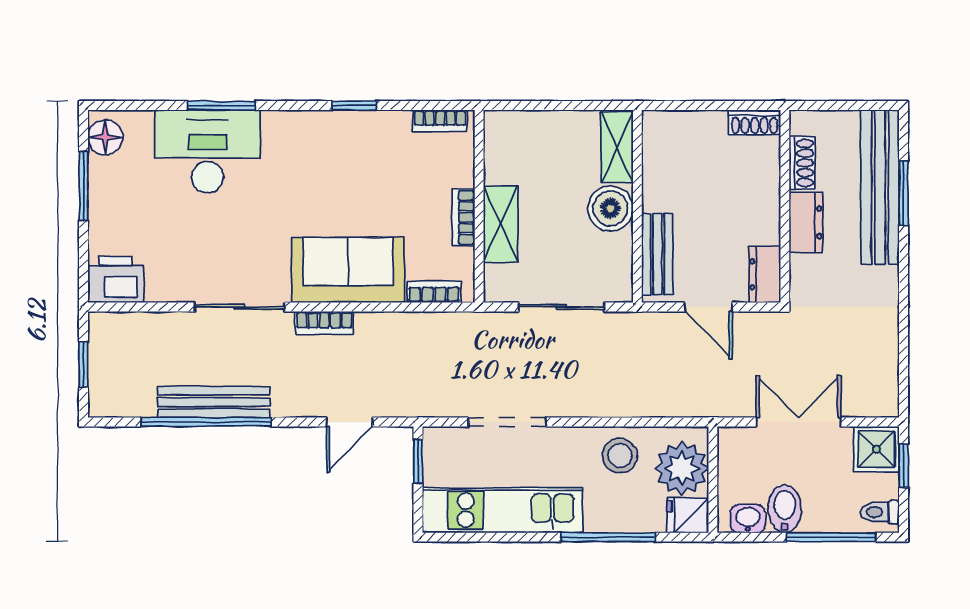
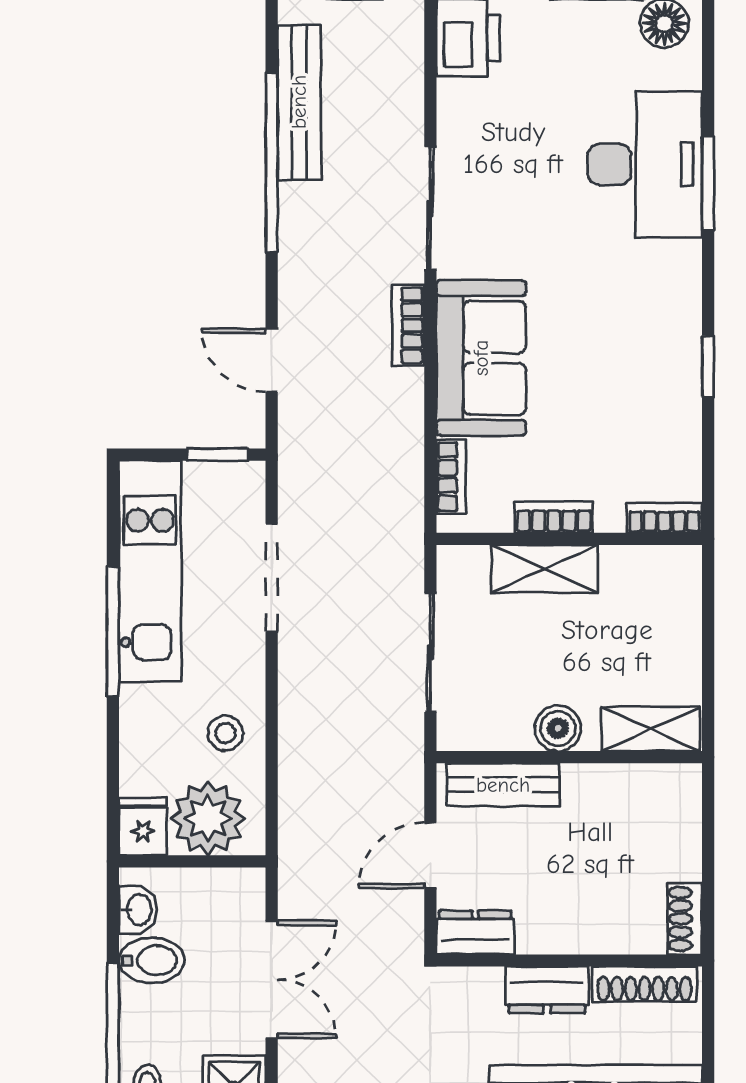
bookcase: (440, 121) -> (665, 518), moved, turned 90
shoe rack: (802, 163) -> (644, 984), width x1.43
boiler: (610, 208) -> (558, 728), width x0.73, depth x0.73
bench: (214, 402) -> (299, 102), moved
stool: (620, 456) -> (225, 733), width x0.73, depth x0.73
window: (608, 537) -> (113, 632), moved

